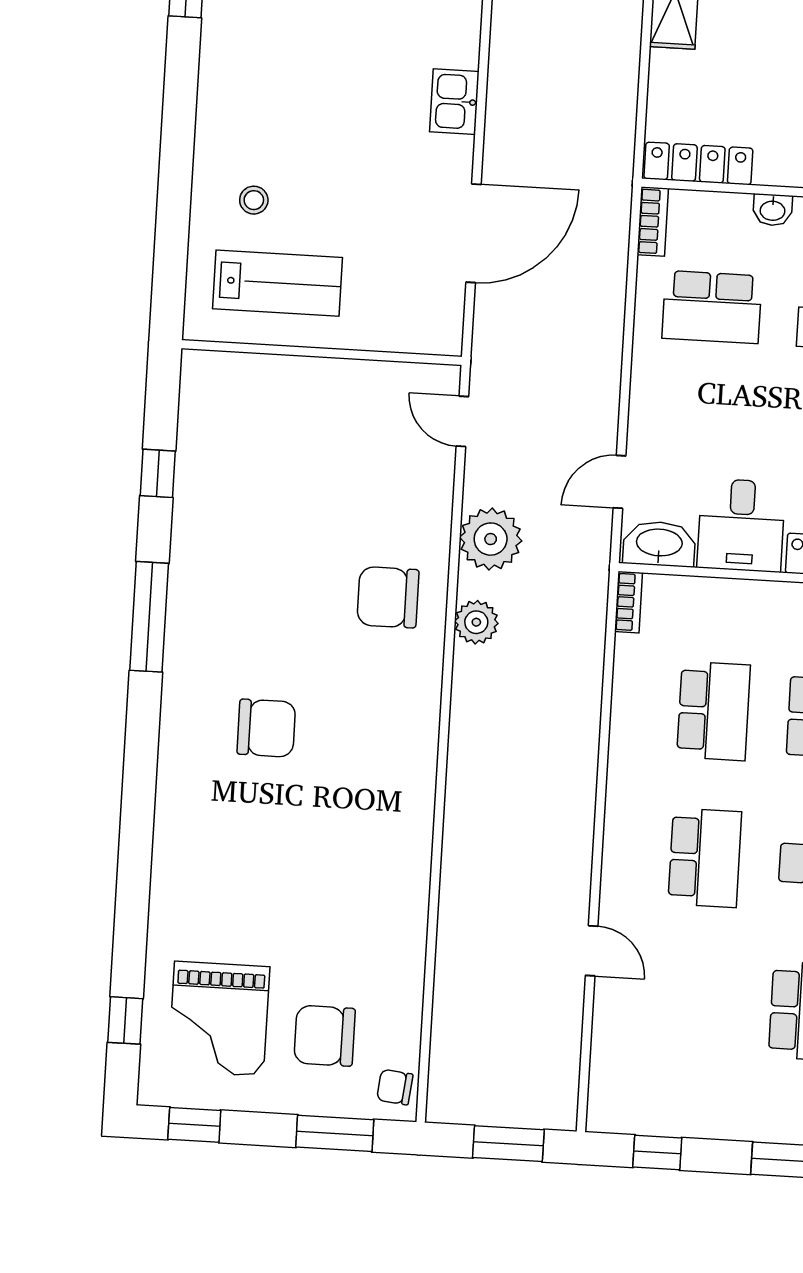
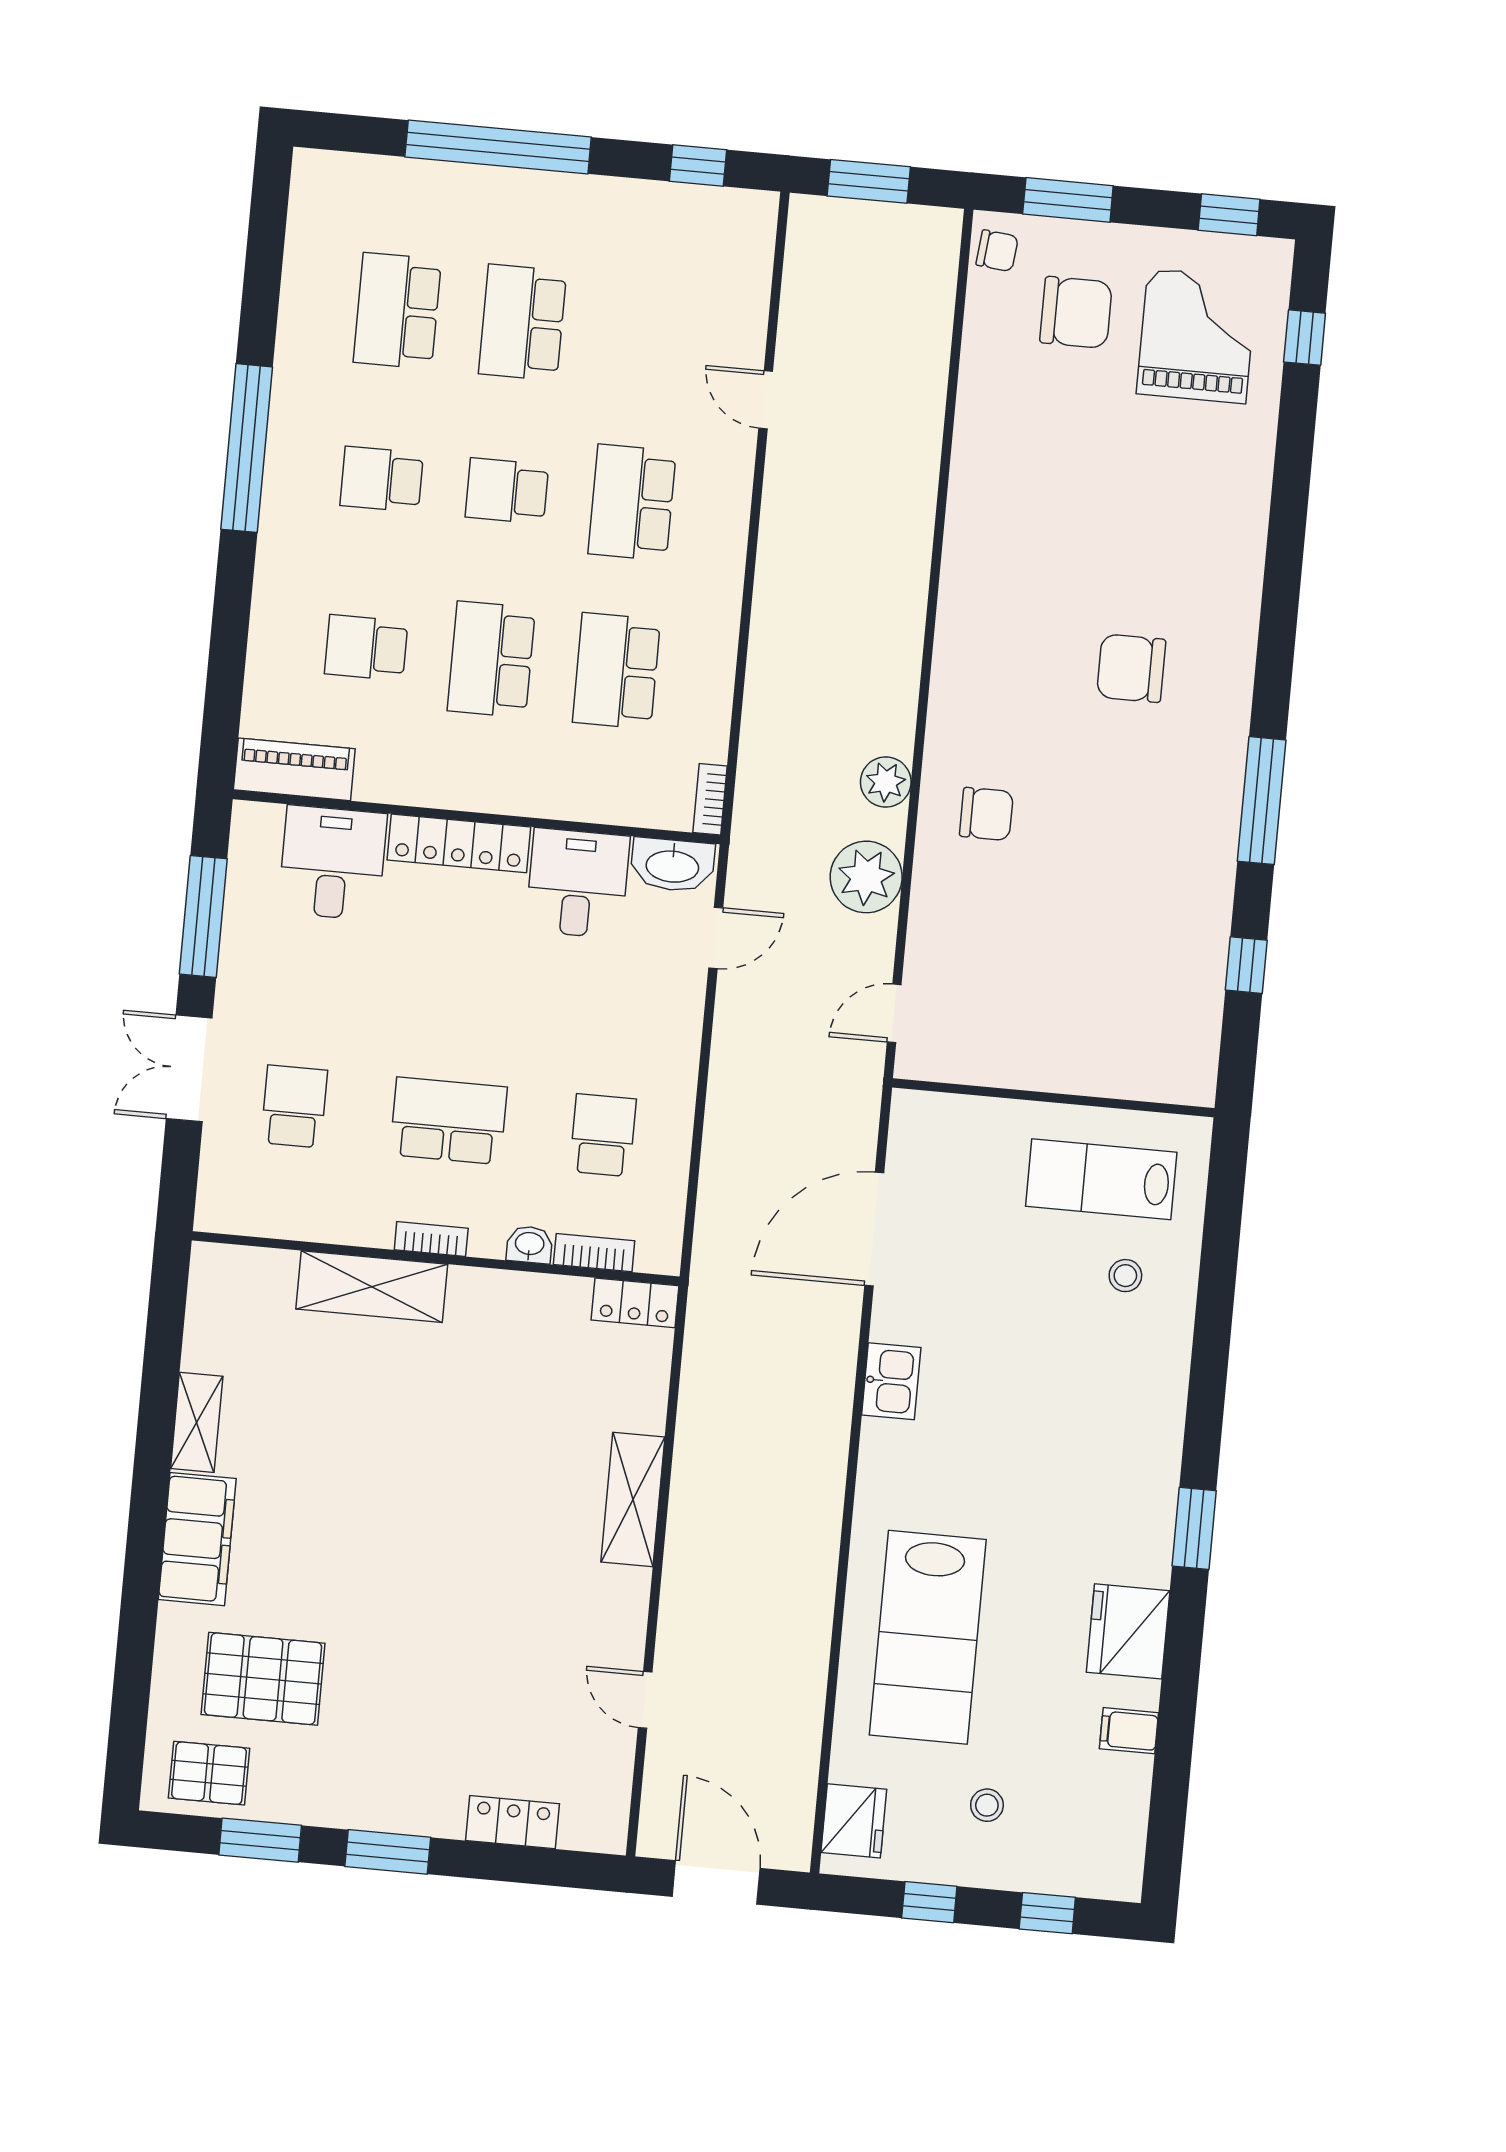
locker: (698, 163) -> (635, 1303), width x0.66
bookcase: (653, 222) -> (594, 1253), moved, turned 90
school desk: (712, 307) -> (603, 1135), width x0.54
door: (462, 421) -> (894, 1013), swing flipped
chair: (388, 597) -> (986, 814), width x0.73, depth x0.73

